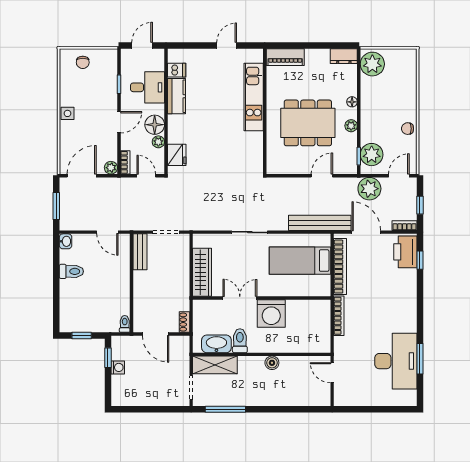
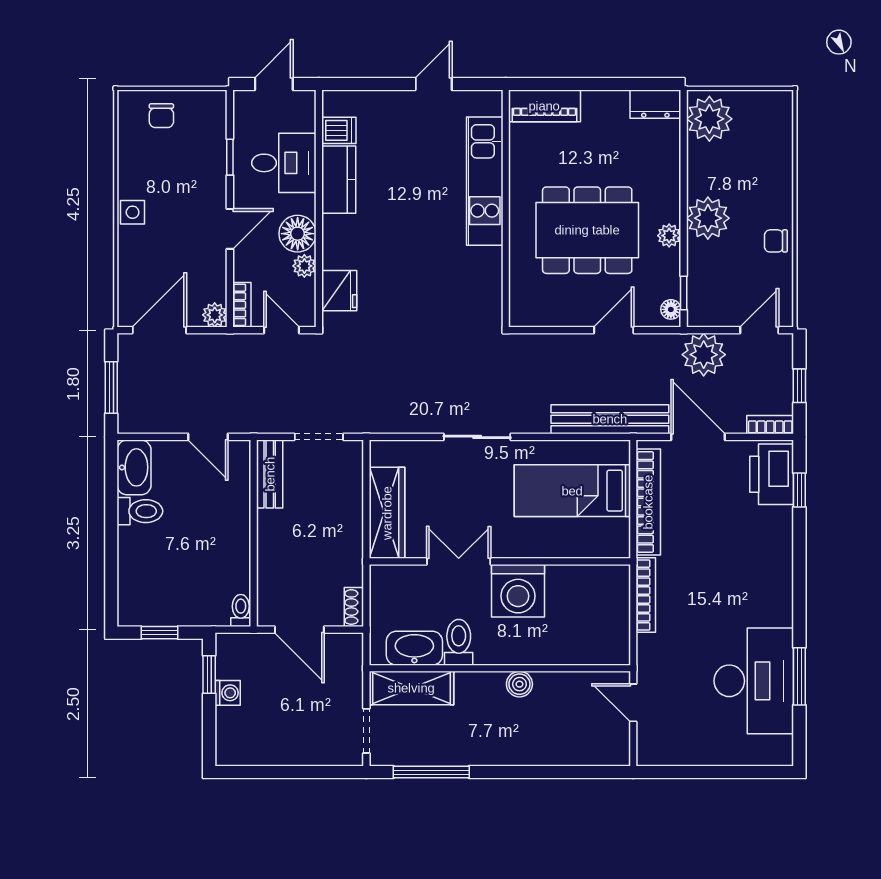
floor lamp: (352, 102) -> (671, 309), moved
plant: (372, 155) -> (708, 218), moved
washbasin: (66, 241) -> (134, 467), width x1.91, depth x1.45

